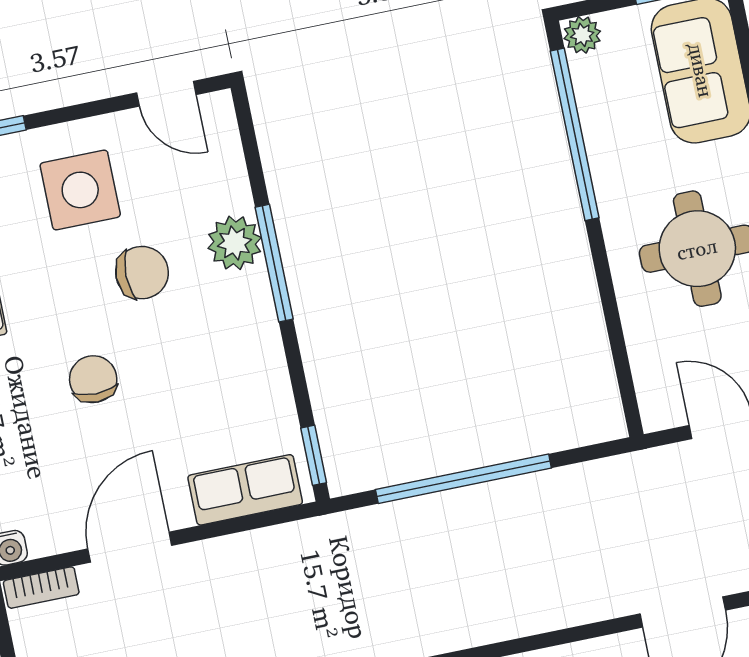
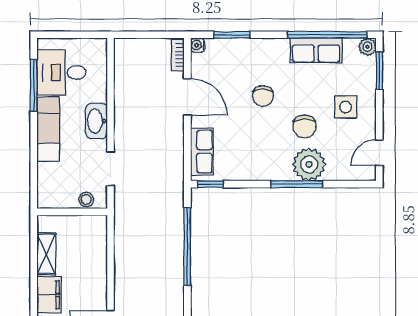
side table: (80, 190) -> (345, 107), width x0.73, depth x0.73
plant: (235, 243) -> (309, 164), width x1.36, depth x1.36
chair: (93, 379) -> (263, 96), turned 90

